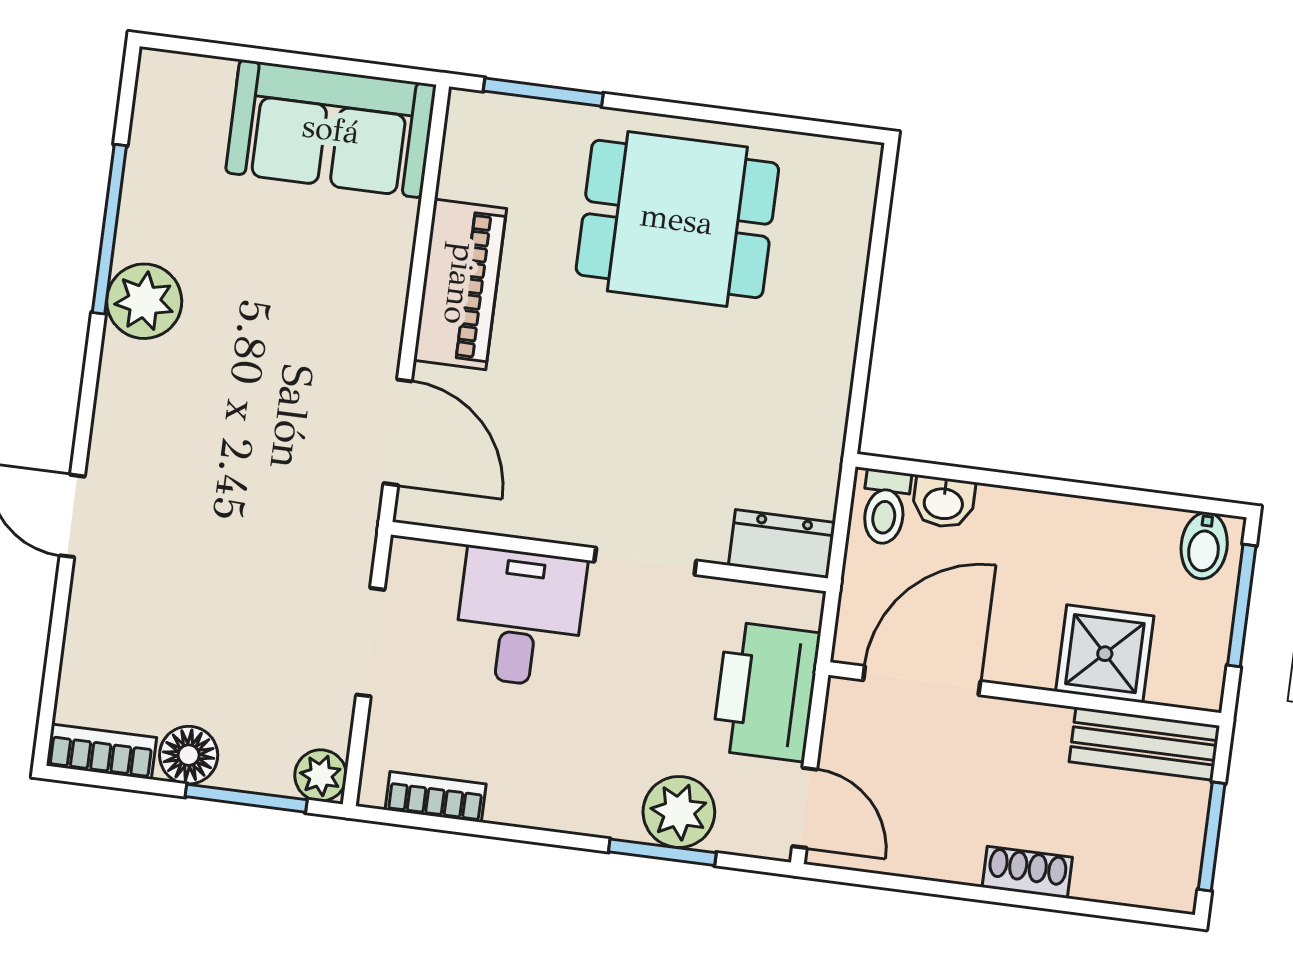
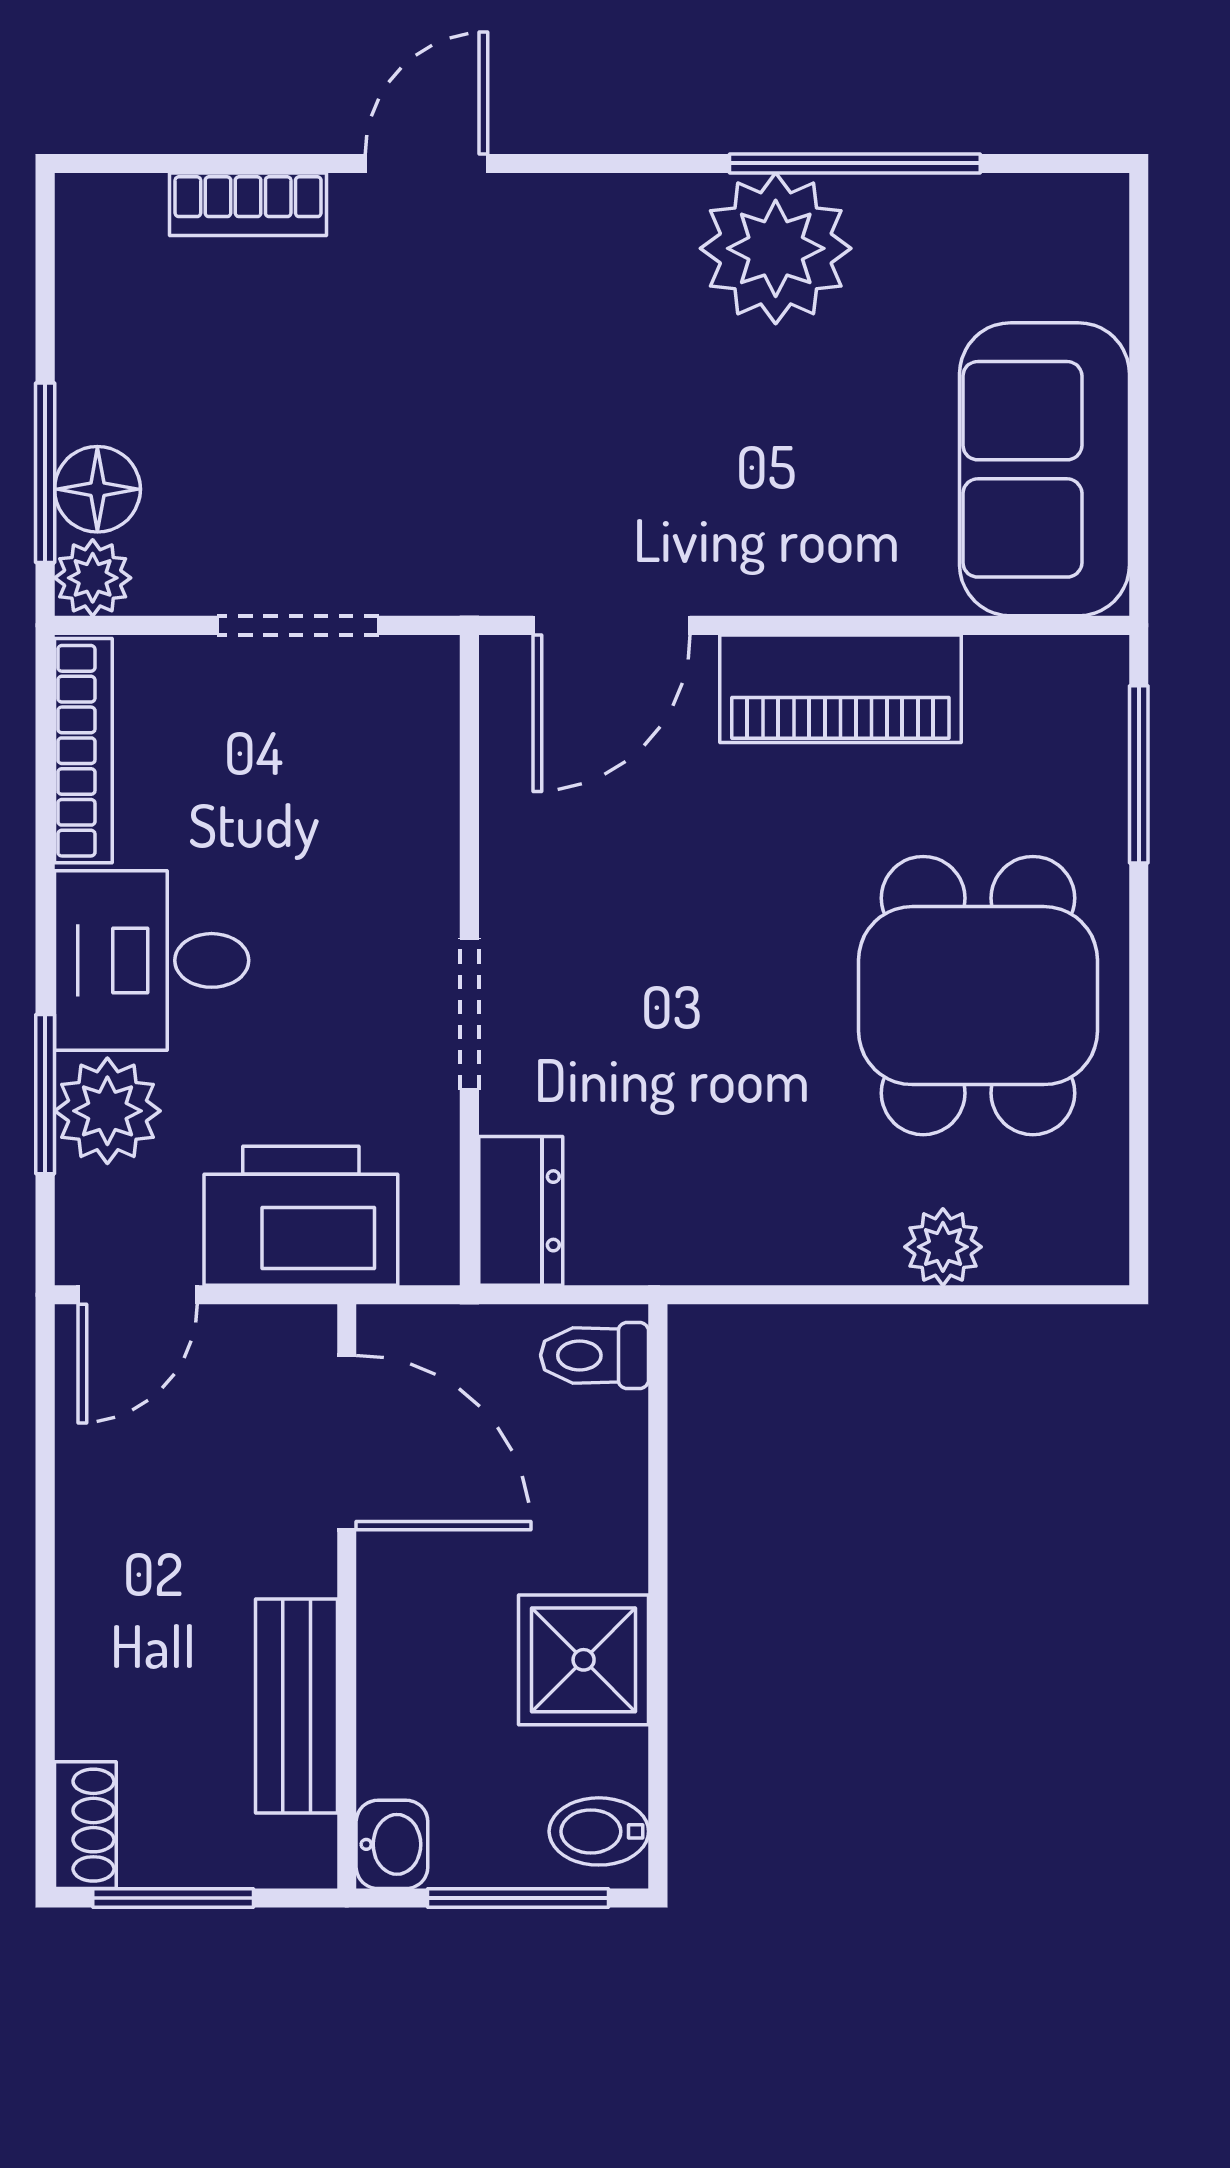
plant: (843, 264) -> (943, 1247), added
plant: (144, 301) -> (776, 248), width x1.36, depth x1.36
washbasin: (943, 502) -> (392, 1844), moved, turned 180
desk: (520, 617) -> (152, 960), moved, turned 180
shower: (1105, 654) -> (584, 1660), moved
bench: (1144, 744) -> (296, 1706), moved
bookcase: (101, 752) -> (248, 204), moved, turned 90
floor lamp: (189, 755) -> (97, 489), moved
bookcase: (436, 797) -> (83, 751), width x1.56
shoe rack: (1027, 872) -> (85, 1825), moved

